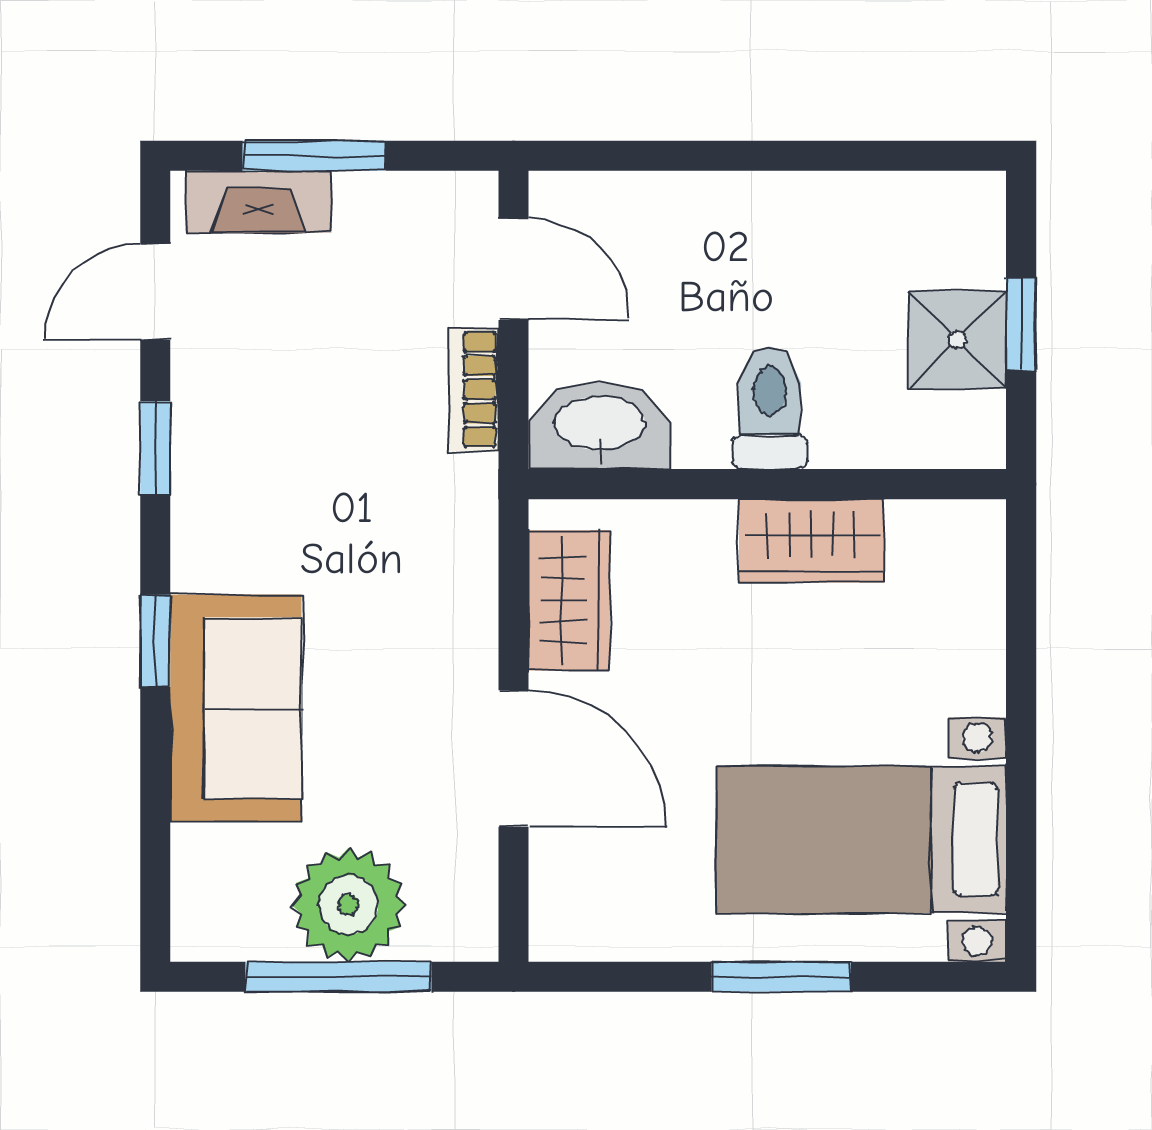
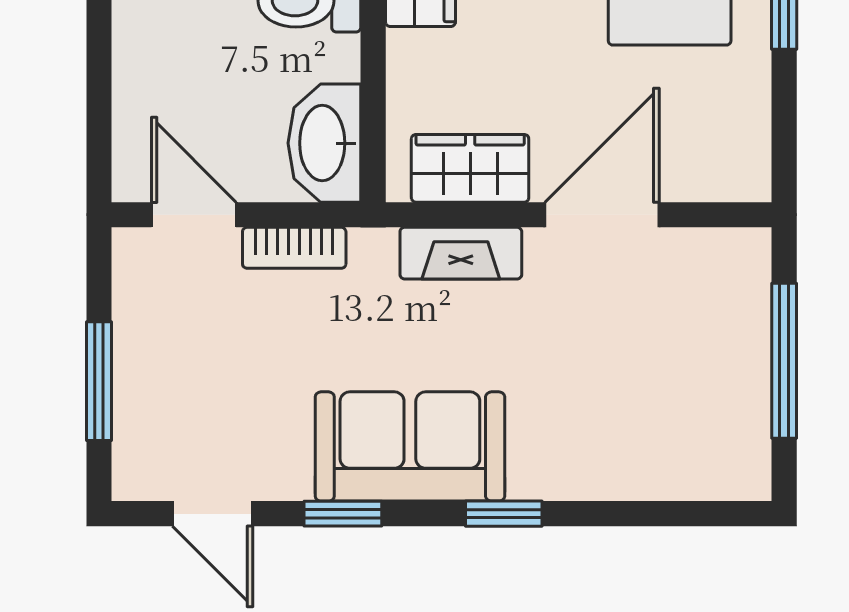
fireplace: (258, 202) -> (461, 253), moved, turned 90
door: (514, 269) -> (194, 215), hinge flipped
sofa: (236, 708) -> (410, 446), moved
plant: (349, 905) -> (724, 352), removed

